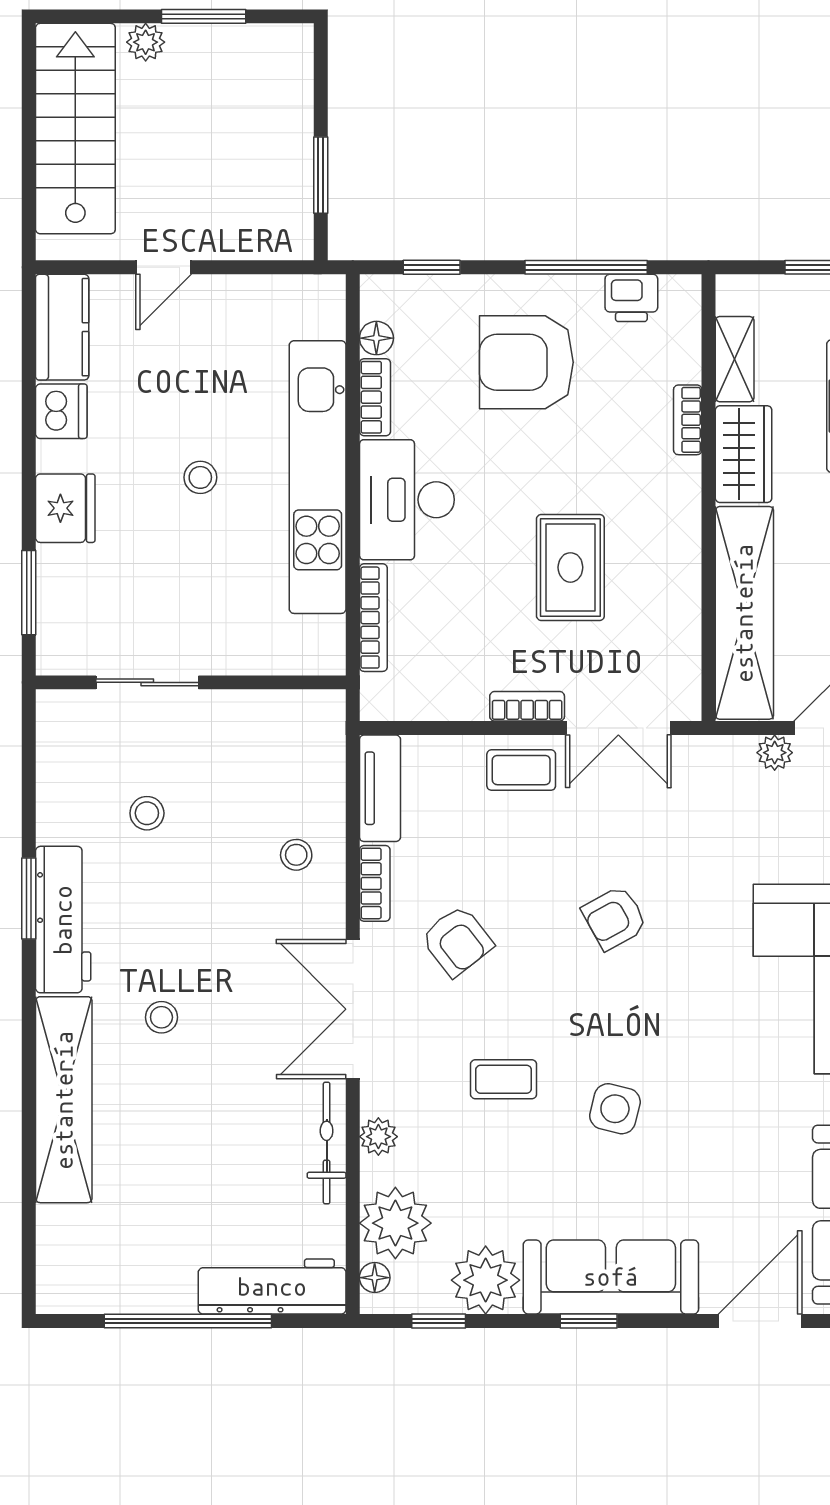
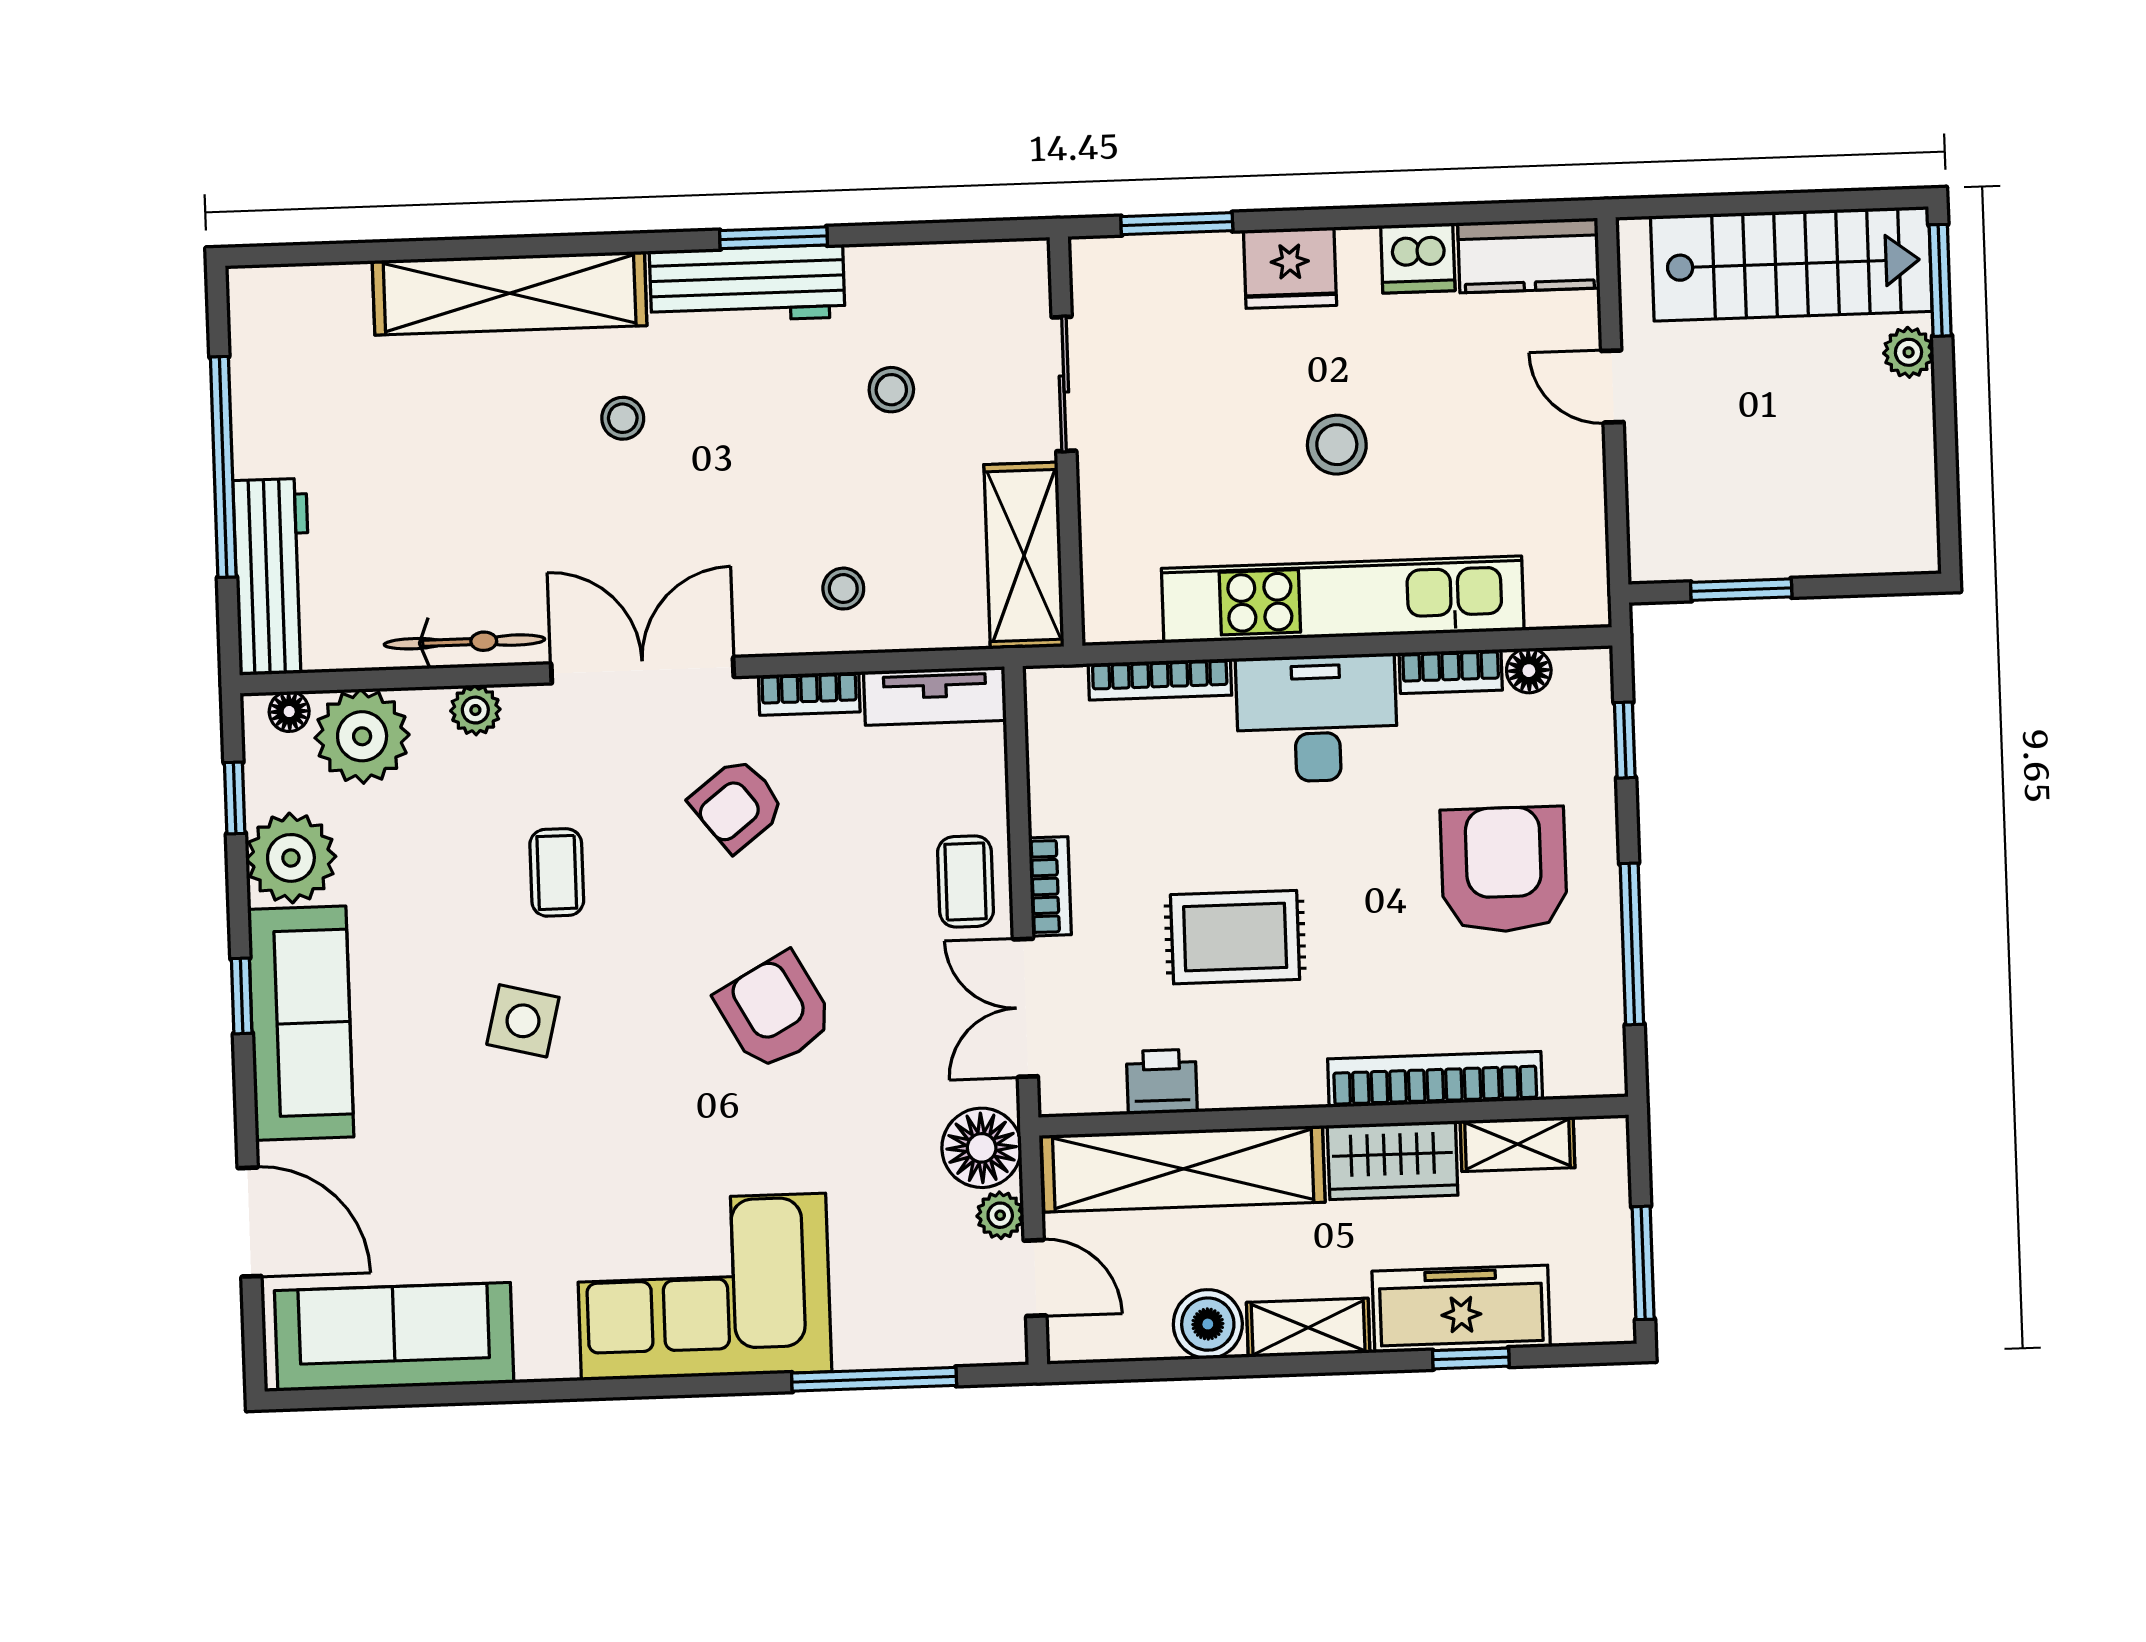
window: (204, 16) -> (1940, 280), moved
printer: (631, 298) -> (1162, 1082), moved, turned 90
bookcase: (688, 420) -> (1435, 1079), width x2.31, depth x1.31
stool: (200, 477) -> (1337, 445), width x1.37, depth x1.37
shelving: (276, 717) -> (1024, 556), added
floor lamp: (723, 765) -> (982, 1148), added
armchair: (614, 918) -> (775, 1011), width x1.38, depth x1.38

